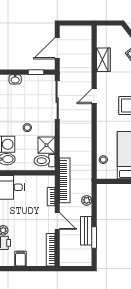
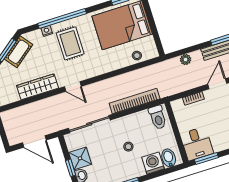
wardrobe: (103, 60) -> (37, 87), width x1.50
window: (36, 72) -> (71, 168), moved
shower: (46, 145) -> (80, 158), moved
bookcase: (65, 180) -> (135, 101), moved

